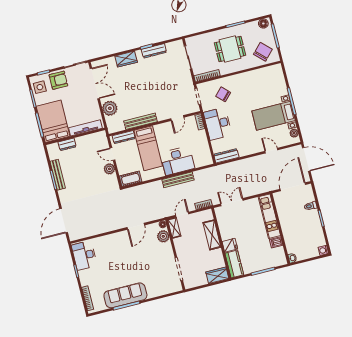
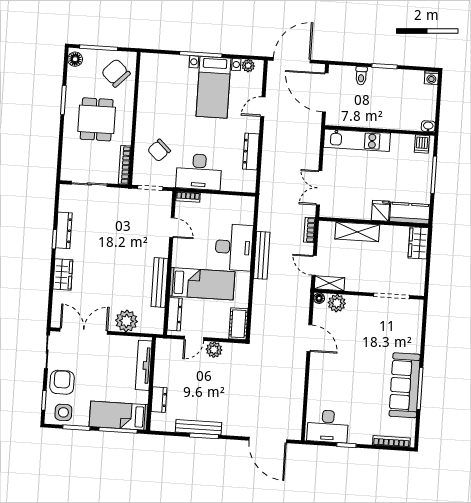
bed: (53, 121) -> (119, 416), width x0.67
dresser: (226, 156) -> (251, 152), moved
dishwasher: (276, 242) -> (422, 144), moved

